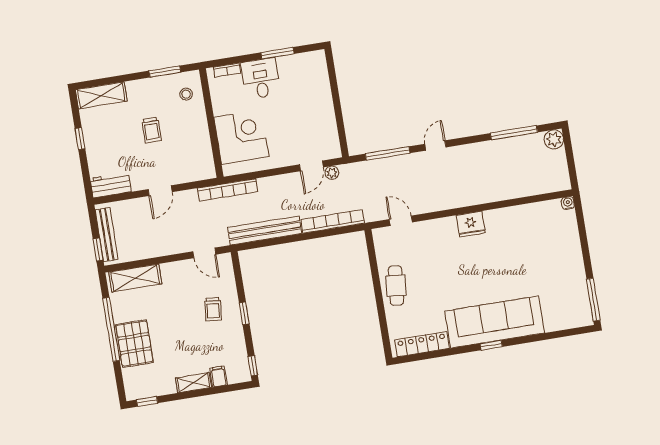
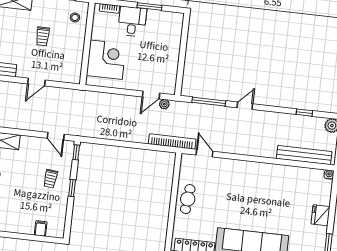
window: (514, 133) -> (304, 113), width x0.46
bookcase: (228, 190) -> (85, 95), removed
bookcase: (333, 221) -> (172, 142), moved
fridge: (471, 224) -> (320, 215), moved, turned 90
bench: (265, 230) -> (304, 155), moved
window: (253, 366) -> (76, 152), moved
shelving: (193, 383) -> (21, 228), removed

